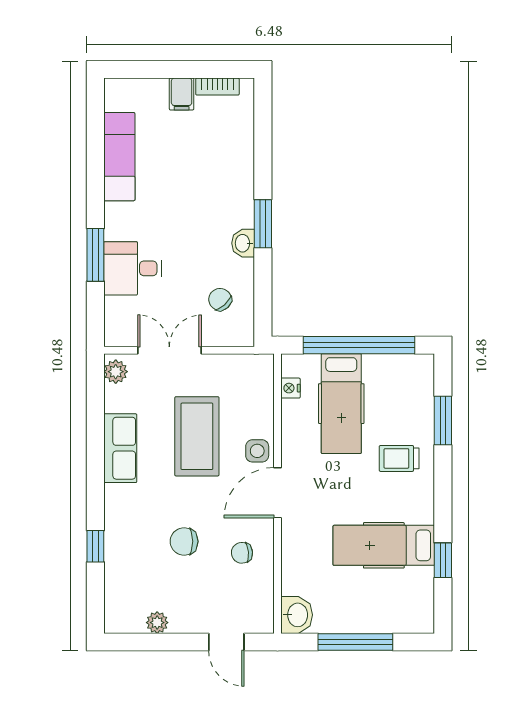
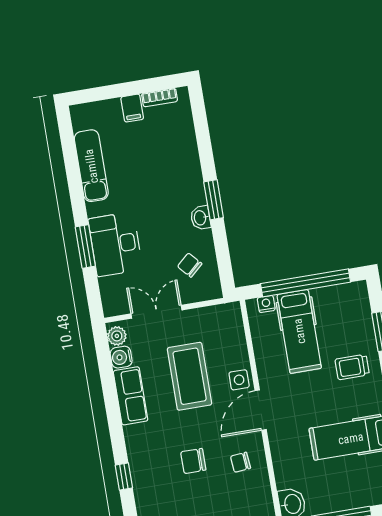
desk: (133, 268) -> (115, 244), width x1.37
nightstand: (290, 388) -> (266, 304), moved, turned 90
water cooler: (117, 399) -> (121, 357), added

